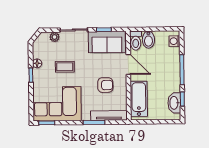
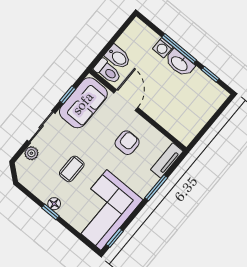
washing machine: (174, 41) -> (163, 48), moved
floor lamp: (37, 63) -> (54, 204), moved
door: (128, 64) -> (126, 100), hinge flipped
bathtub: (139, 99) -> (171, 120), removed
washbasin: (174, 103) -> (180, 63), moved
tv unit: (109, 116) -> (167, 160), width x0.71

